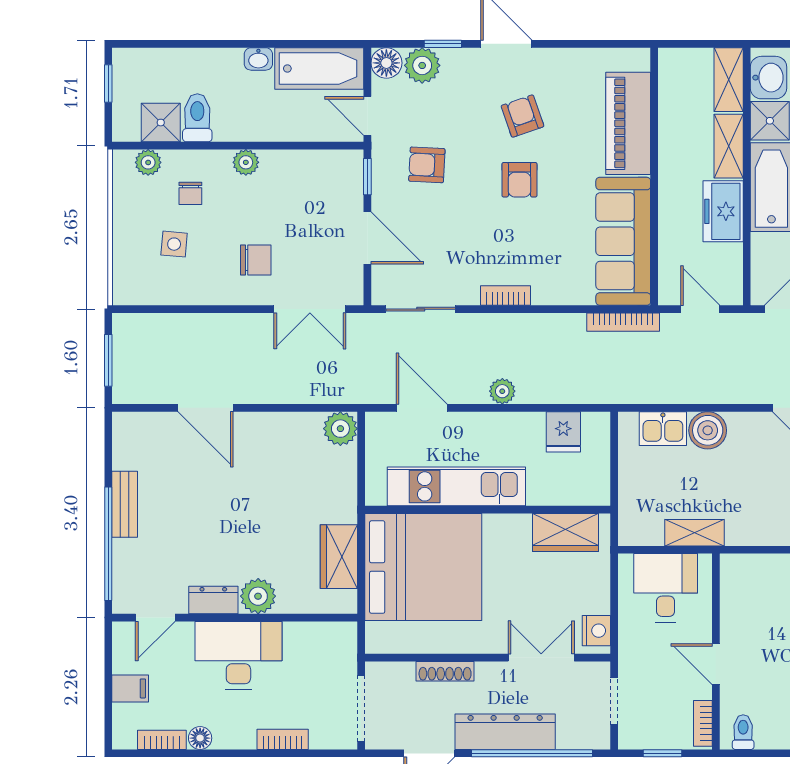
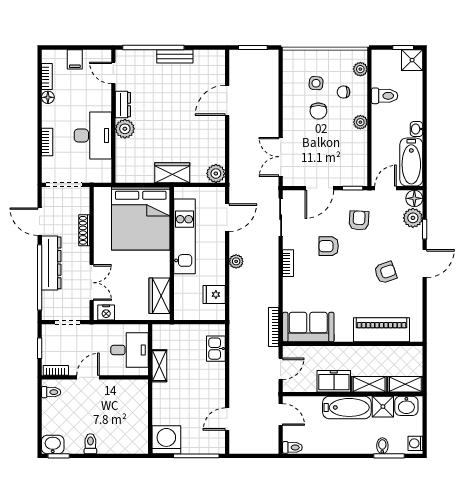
shower: (161, 123) -> (412, 60), moved
armchair: (519, 180) -> (329, 246), moved
sofa: (623, 241) -> (308, 327), width x0.73
chair: (256, 260) -> (318, 111), moved
boiler: (708, 430) -> (215, 373), removed
wardrobe: (339, 557) -> (172, 173), moved
desk: (238, 655) -> (93, 135), moved

